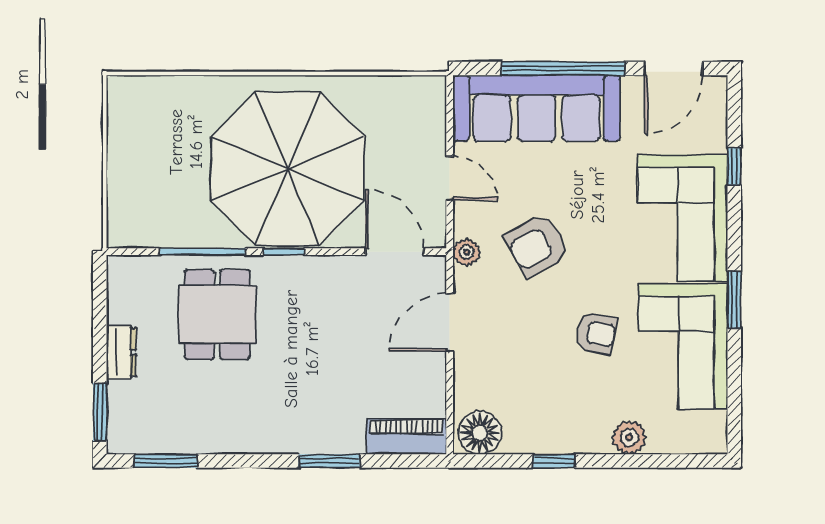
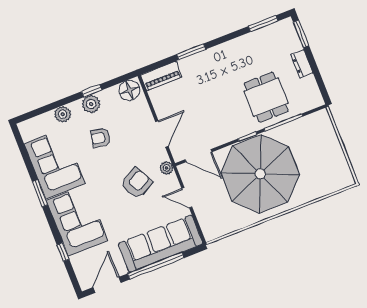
armchair: (596, 333) -> (101, 138), moved
plant: (565, 435) -> (91, 104), added

